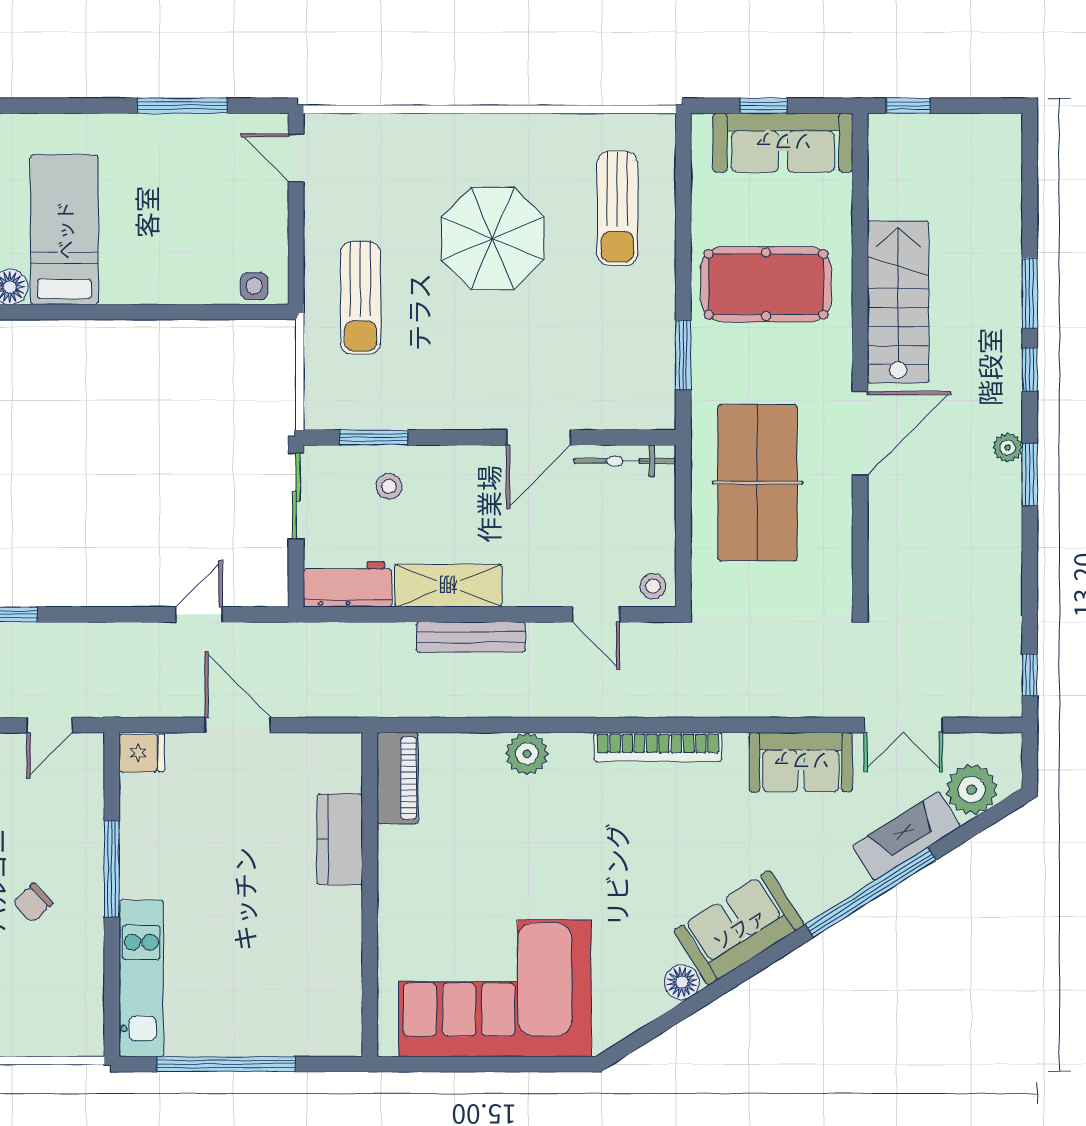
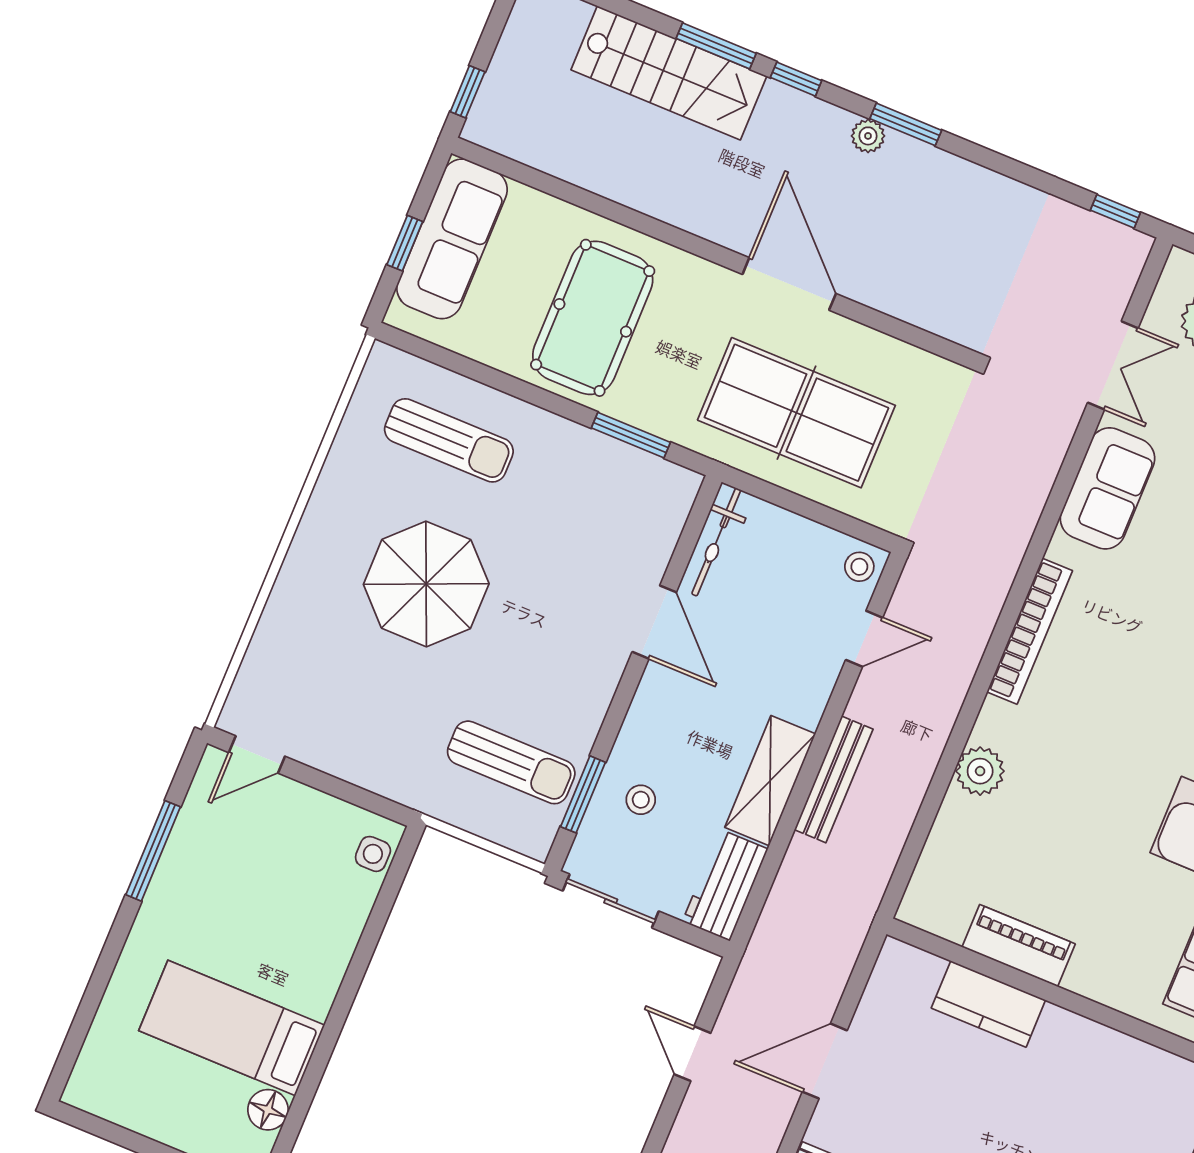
sun lounger: (360, 298) -> (511, 762), moved
stairs: (898, 302) -> (669, 73), moved, turned 180
piano: (398, 778) -> (1019, 946), moved

